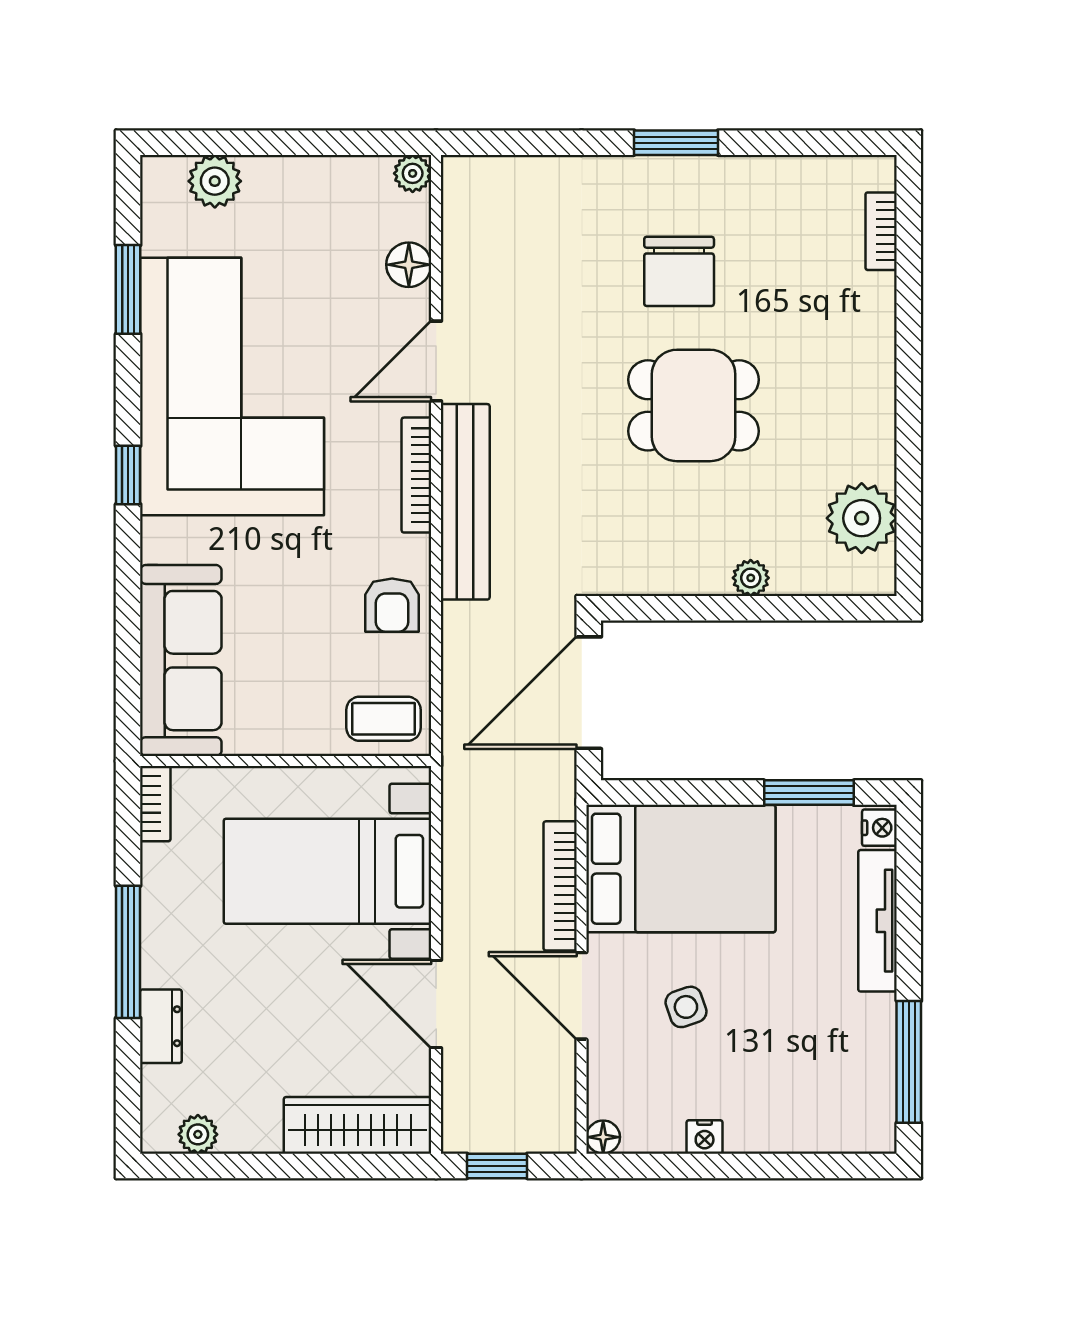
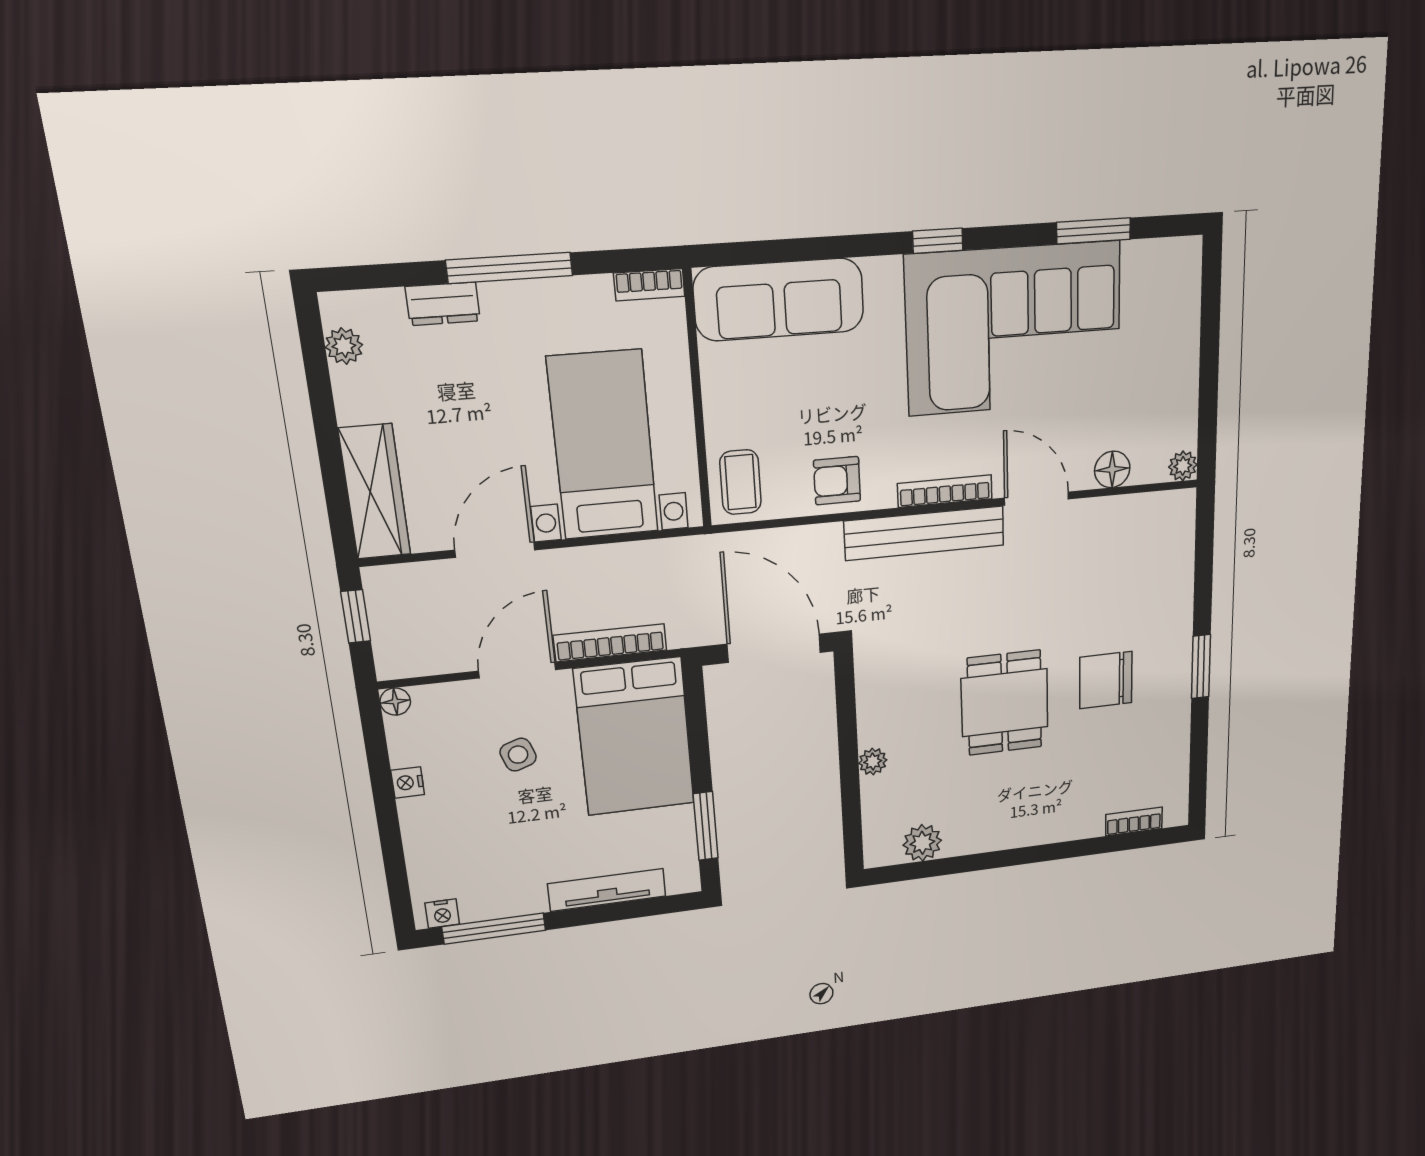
plant: (215, 181) -> (1180, 301), removed
plant: (862, 518) -> (922, 843), width x0.73, depth x0.73
nightstand: (879, 828) -> (442, 914), moved

